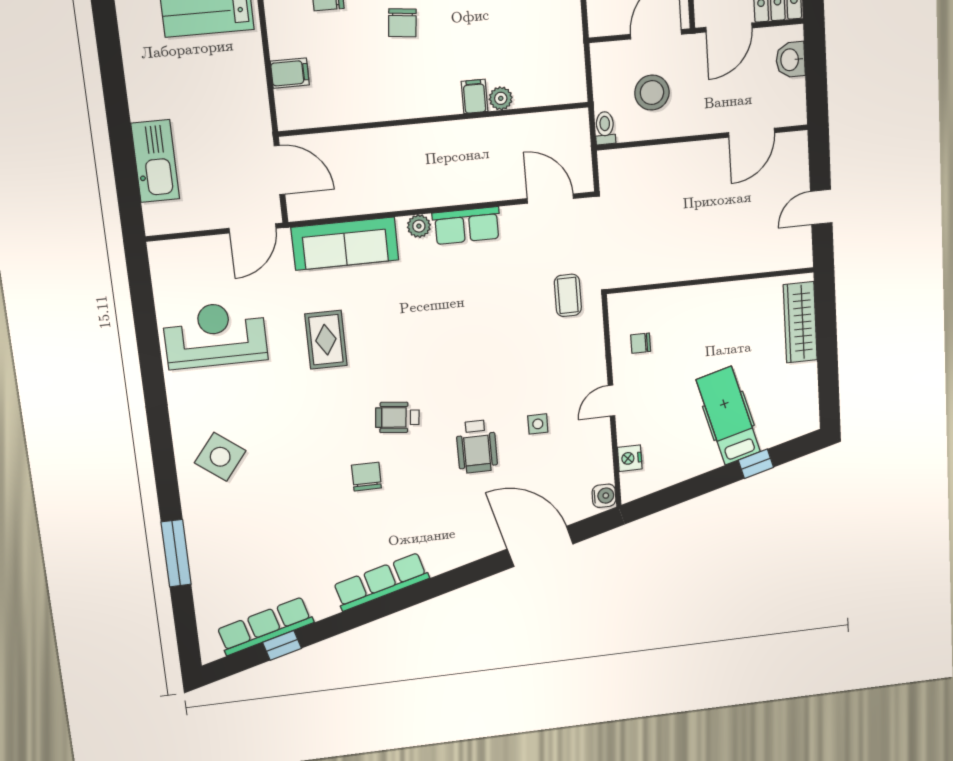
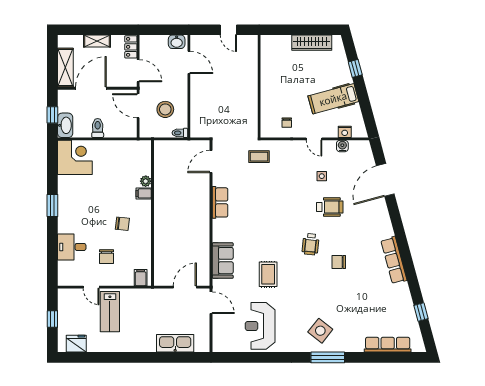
washbasin: (790, 60) -> (177, 42), moved
filing cabinet: (474, 96) -> (144, 193), moved
plant: (501, 98) -> (146, 181), moved
wall: (434, 119) -> (152, 213), moved
plant: (419, 226) -> (218, 225), removed
sofa: (345, 244) -> (223, 261), width x0.73
wardrobe: (800, 322) -> (312, 43), moved
rug: (326, 340) -> (268, 274), turned 90
hospital bed: (728, 416) -> (333, 99), moved
water cooler: (604, 496) -> (342, 146), moved
window: (176, 553) -> (328, 357), moved
row of seats: (265, 626) -> (388, 345), moved, turned 105

